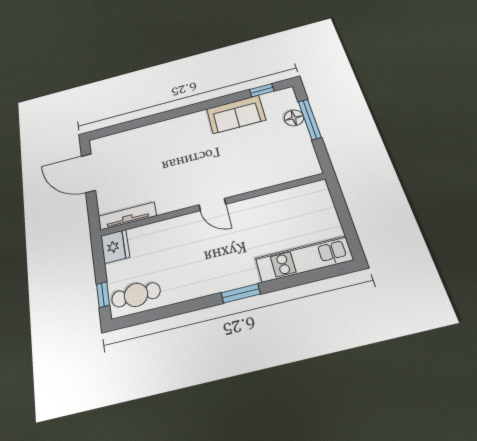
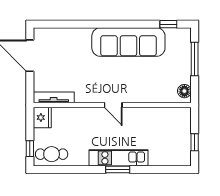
sofa: (236, 114) -> (128, 42), width x1.85, depth x1.27
floor lamp: (294, 118) -> (184, 91), moved
window: (347, 224) -> (195, 142), added
kitchen unit: (304, 259) -> (118, 158), moved

